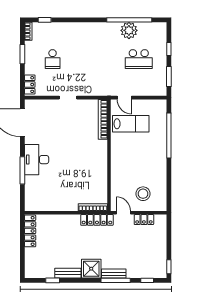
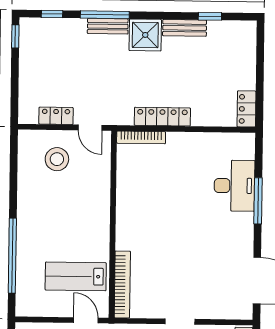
desk: (37, 160) -> (234, 186), moved
locker: (97, 220) -> (162, 117), moved
locker: (30, 231) -> (246, 109), width x0.66

